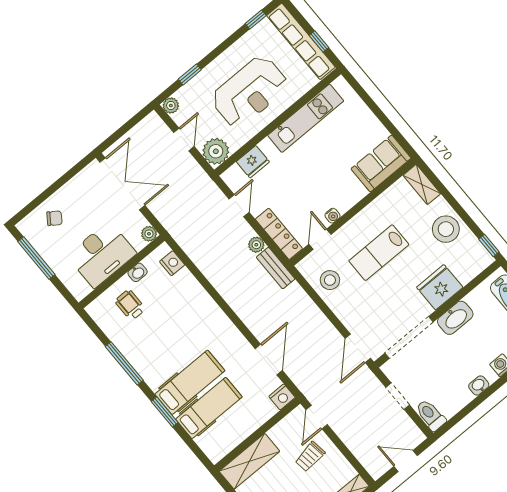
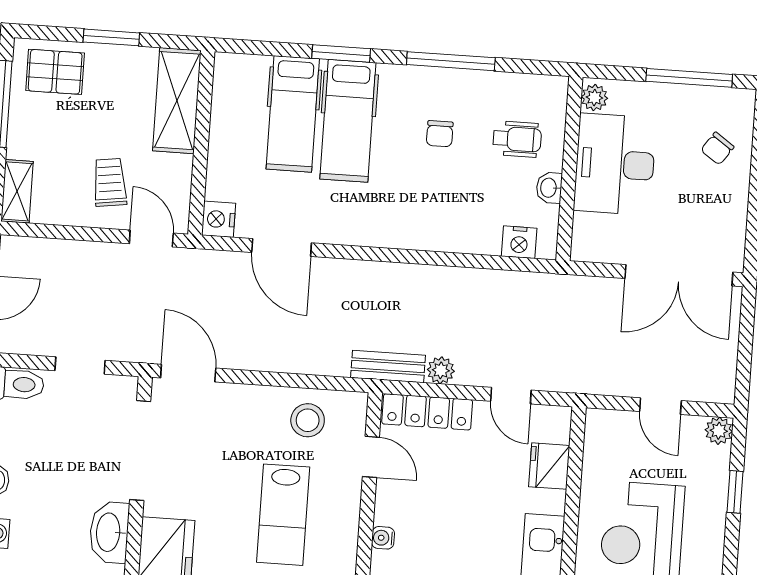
plant: (216, 151) -> (607, 432), removed
water cooler: (333, 216) -> (383, 538), moved
plant: (149, 234) -> (594, 98), moved
lab bench: (379, 253) -> (283, 515), turned 180
chair: (159, 339) -> (440, 134), added

